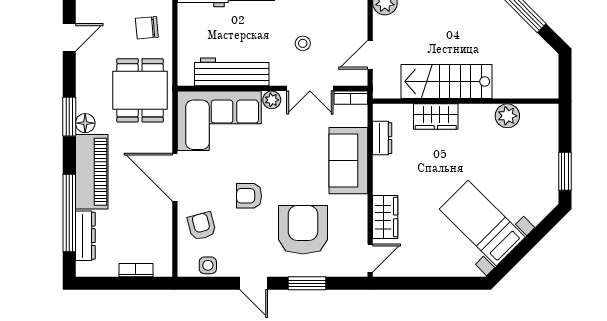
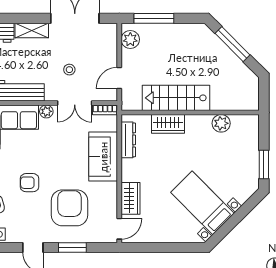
dresser: (382, 138) -> (128, 140), width x1.44

